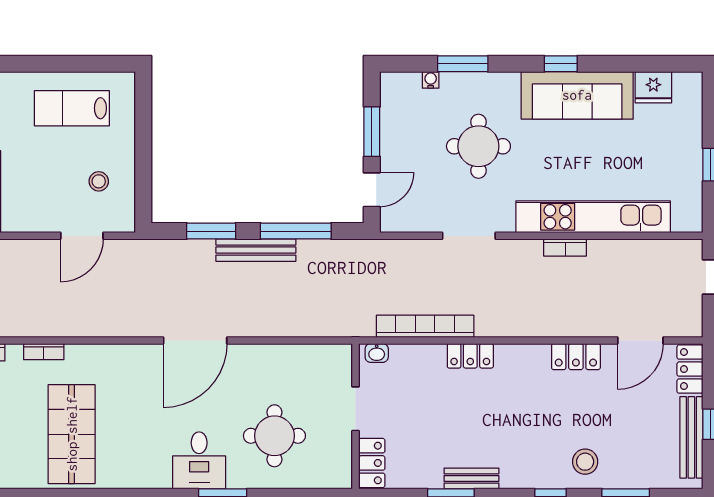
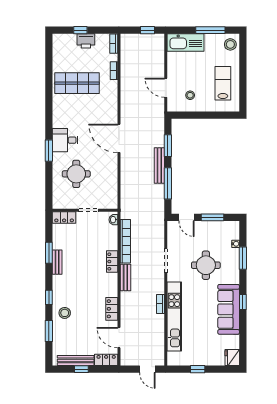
fridge: (653, 87) -> (232, 357), moved
bench: (506, 326) -> (125, 277), added

